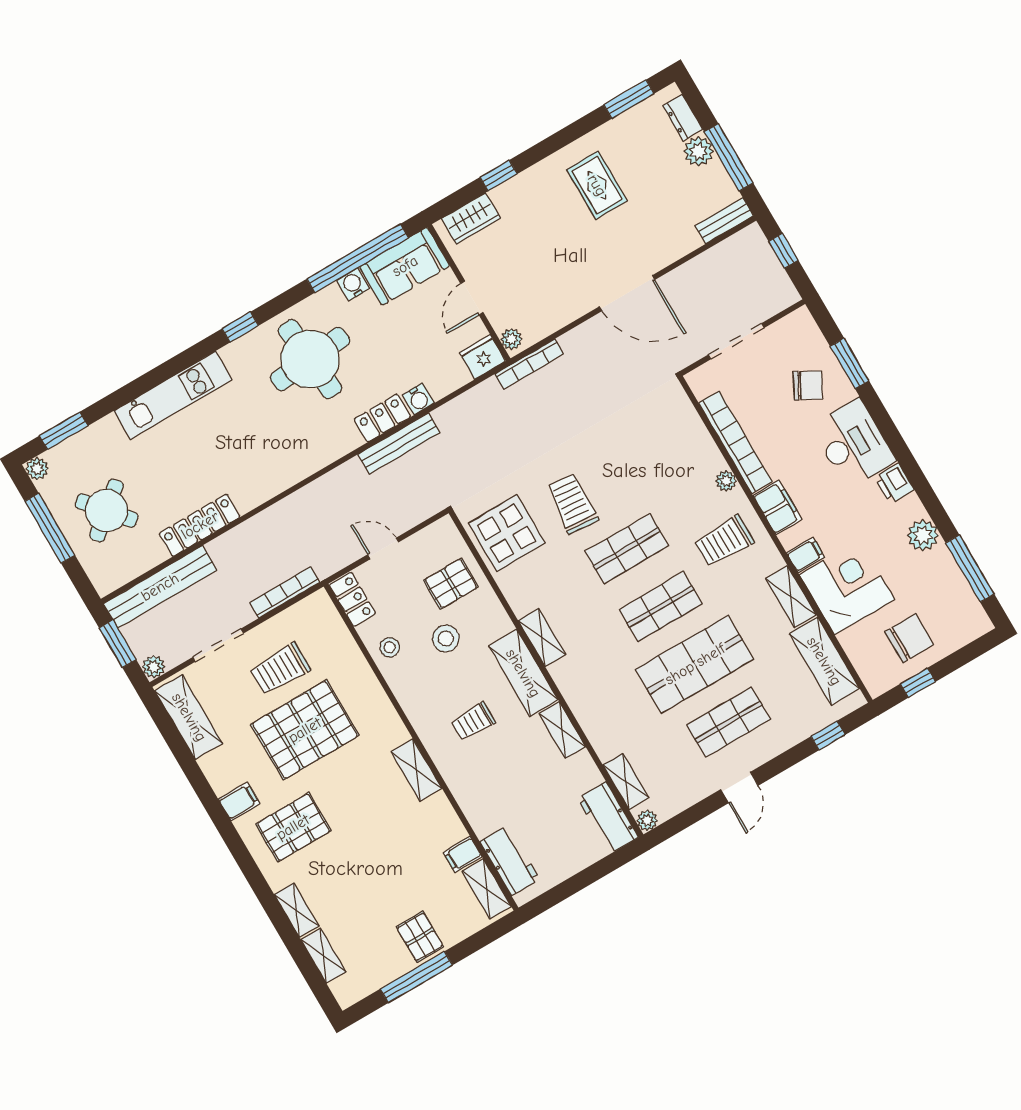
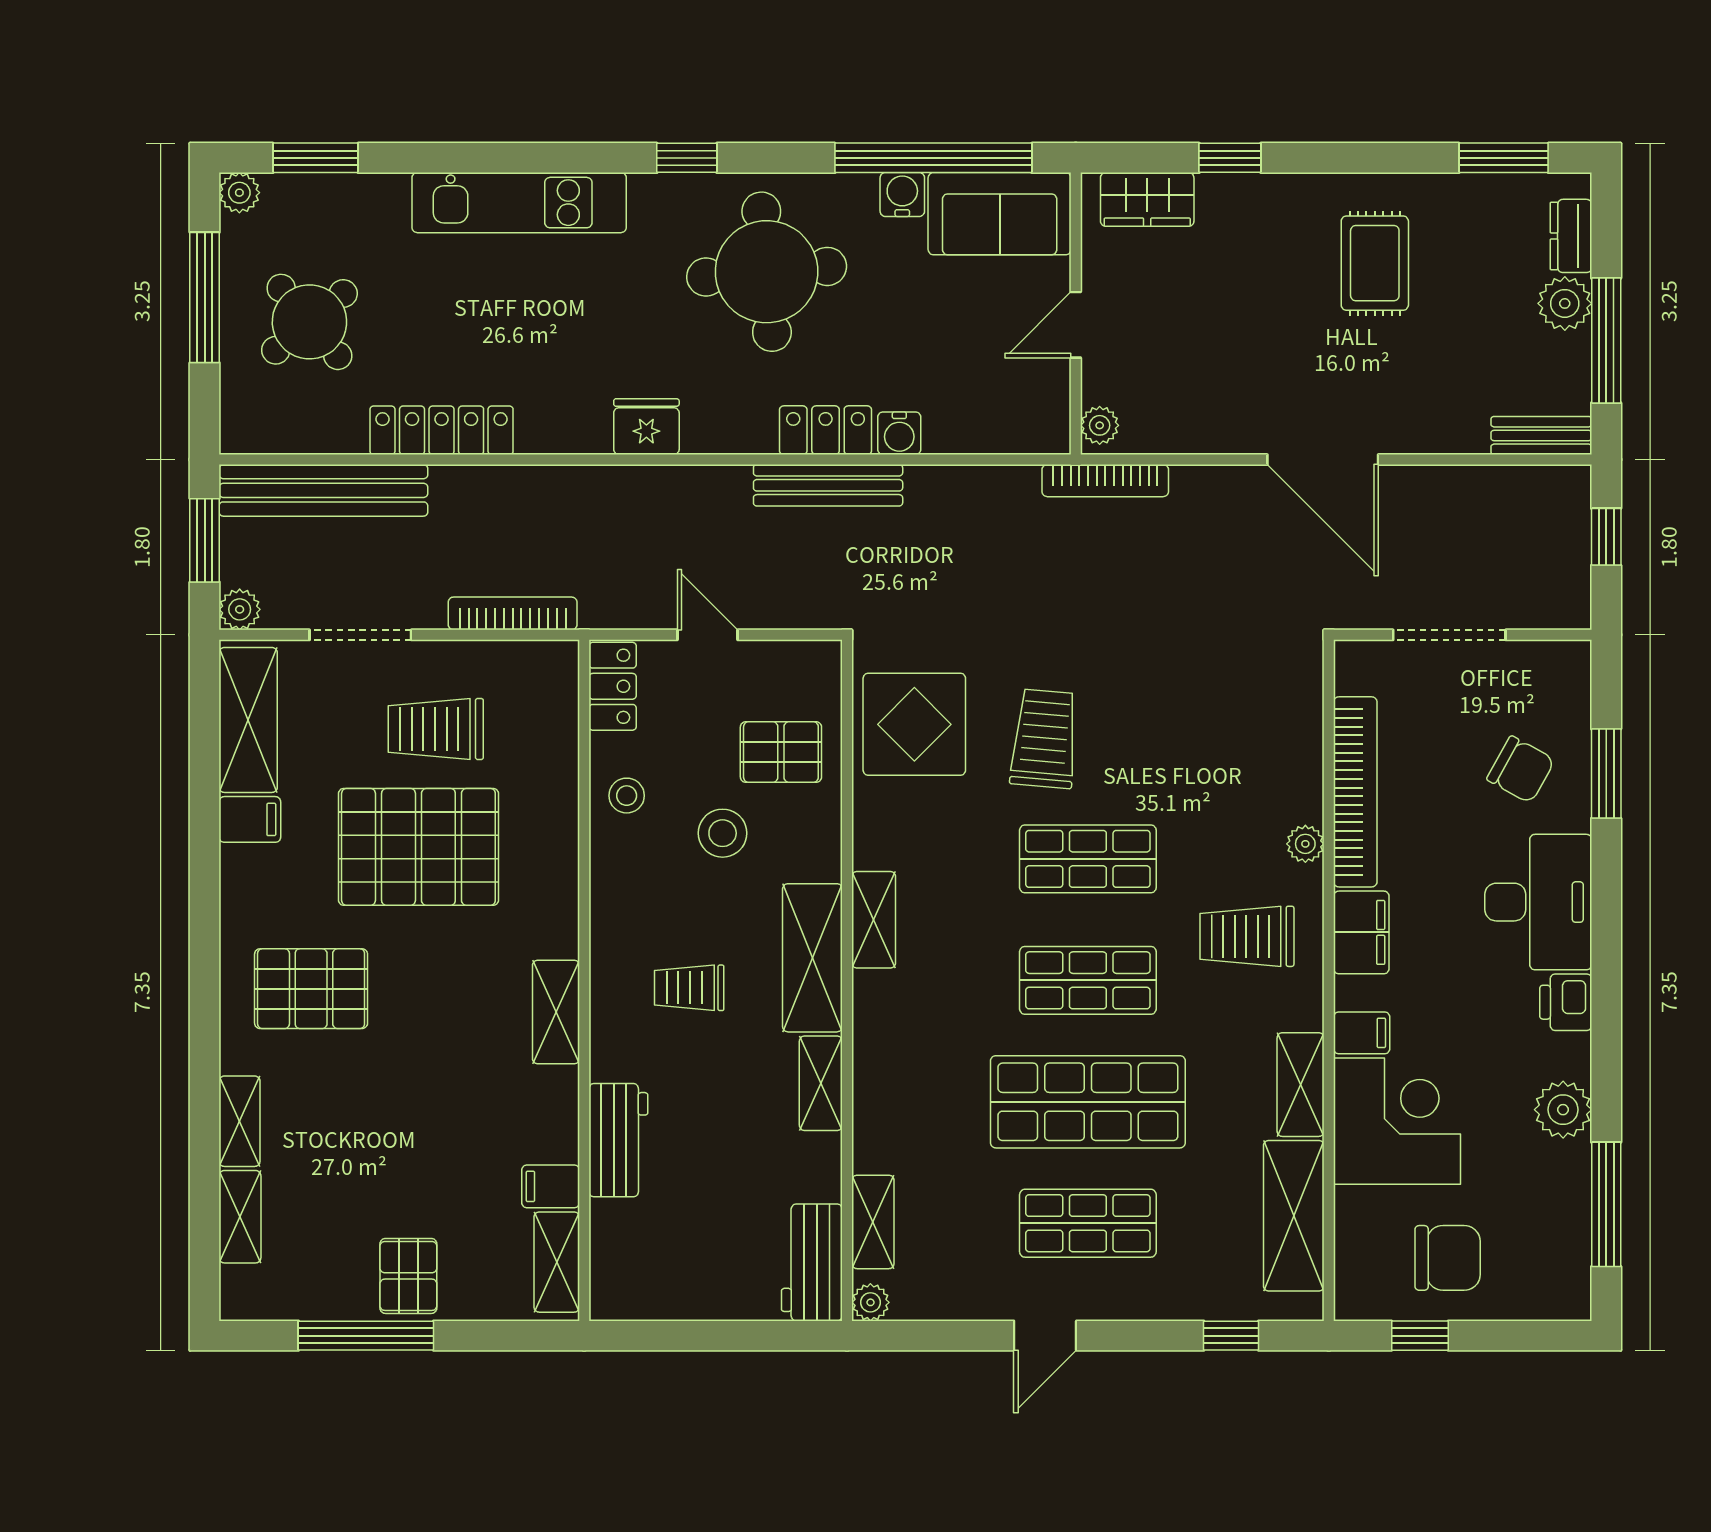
fridge: (483, 357) -> (646, 427), moved
filing cabinet: (239, 801) -> (250, 819), moved
workbench: (509, 861) -> (618, 1140), moved

